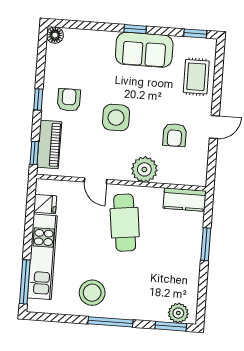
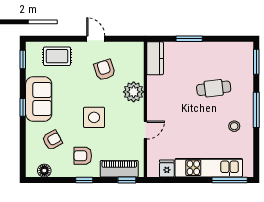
floor lamp: (55, 35) -> (44, 171), moved
armchair: (91, 63) -> (52, 140), added
armchair: (175, 135) -> (104, 70), turned -108
cafe table: (125, 223) -> (214, 88), moved, width x0.73, depth x0.74
stool: (92, 293) -> (234, 126), width x0.53, depth x0.53
plant: (178, 313) -> (245, 57), removed

